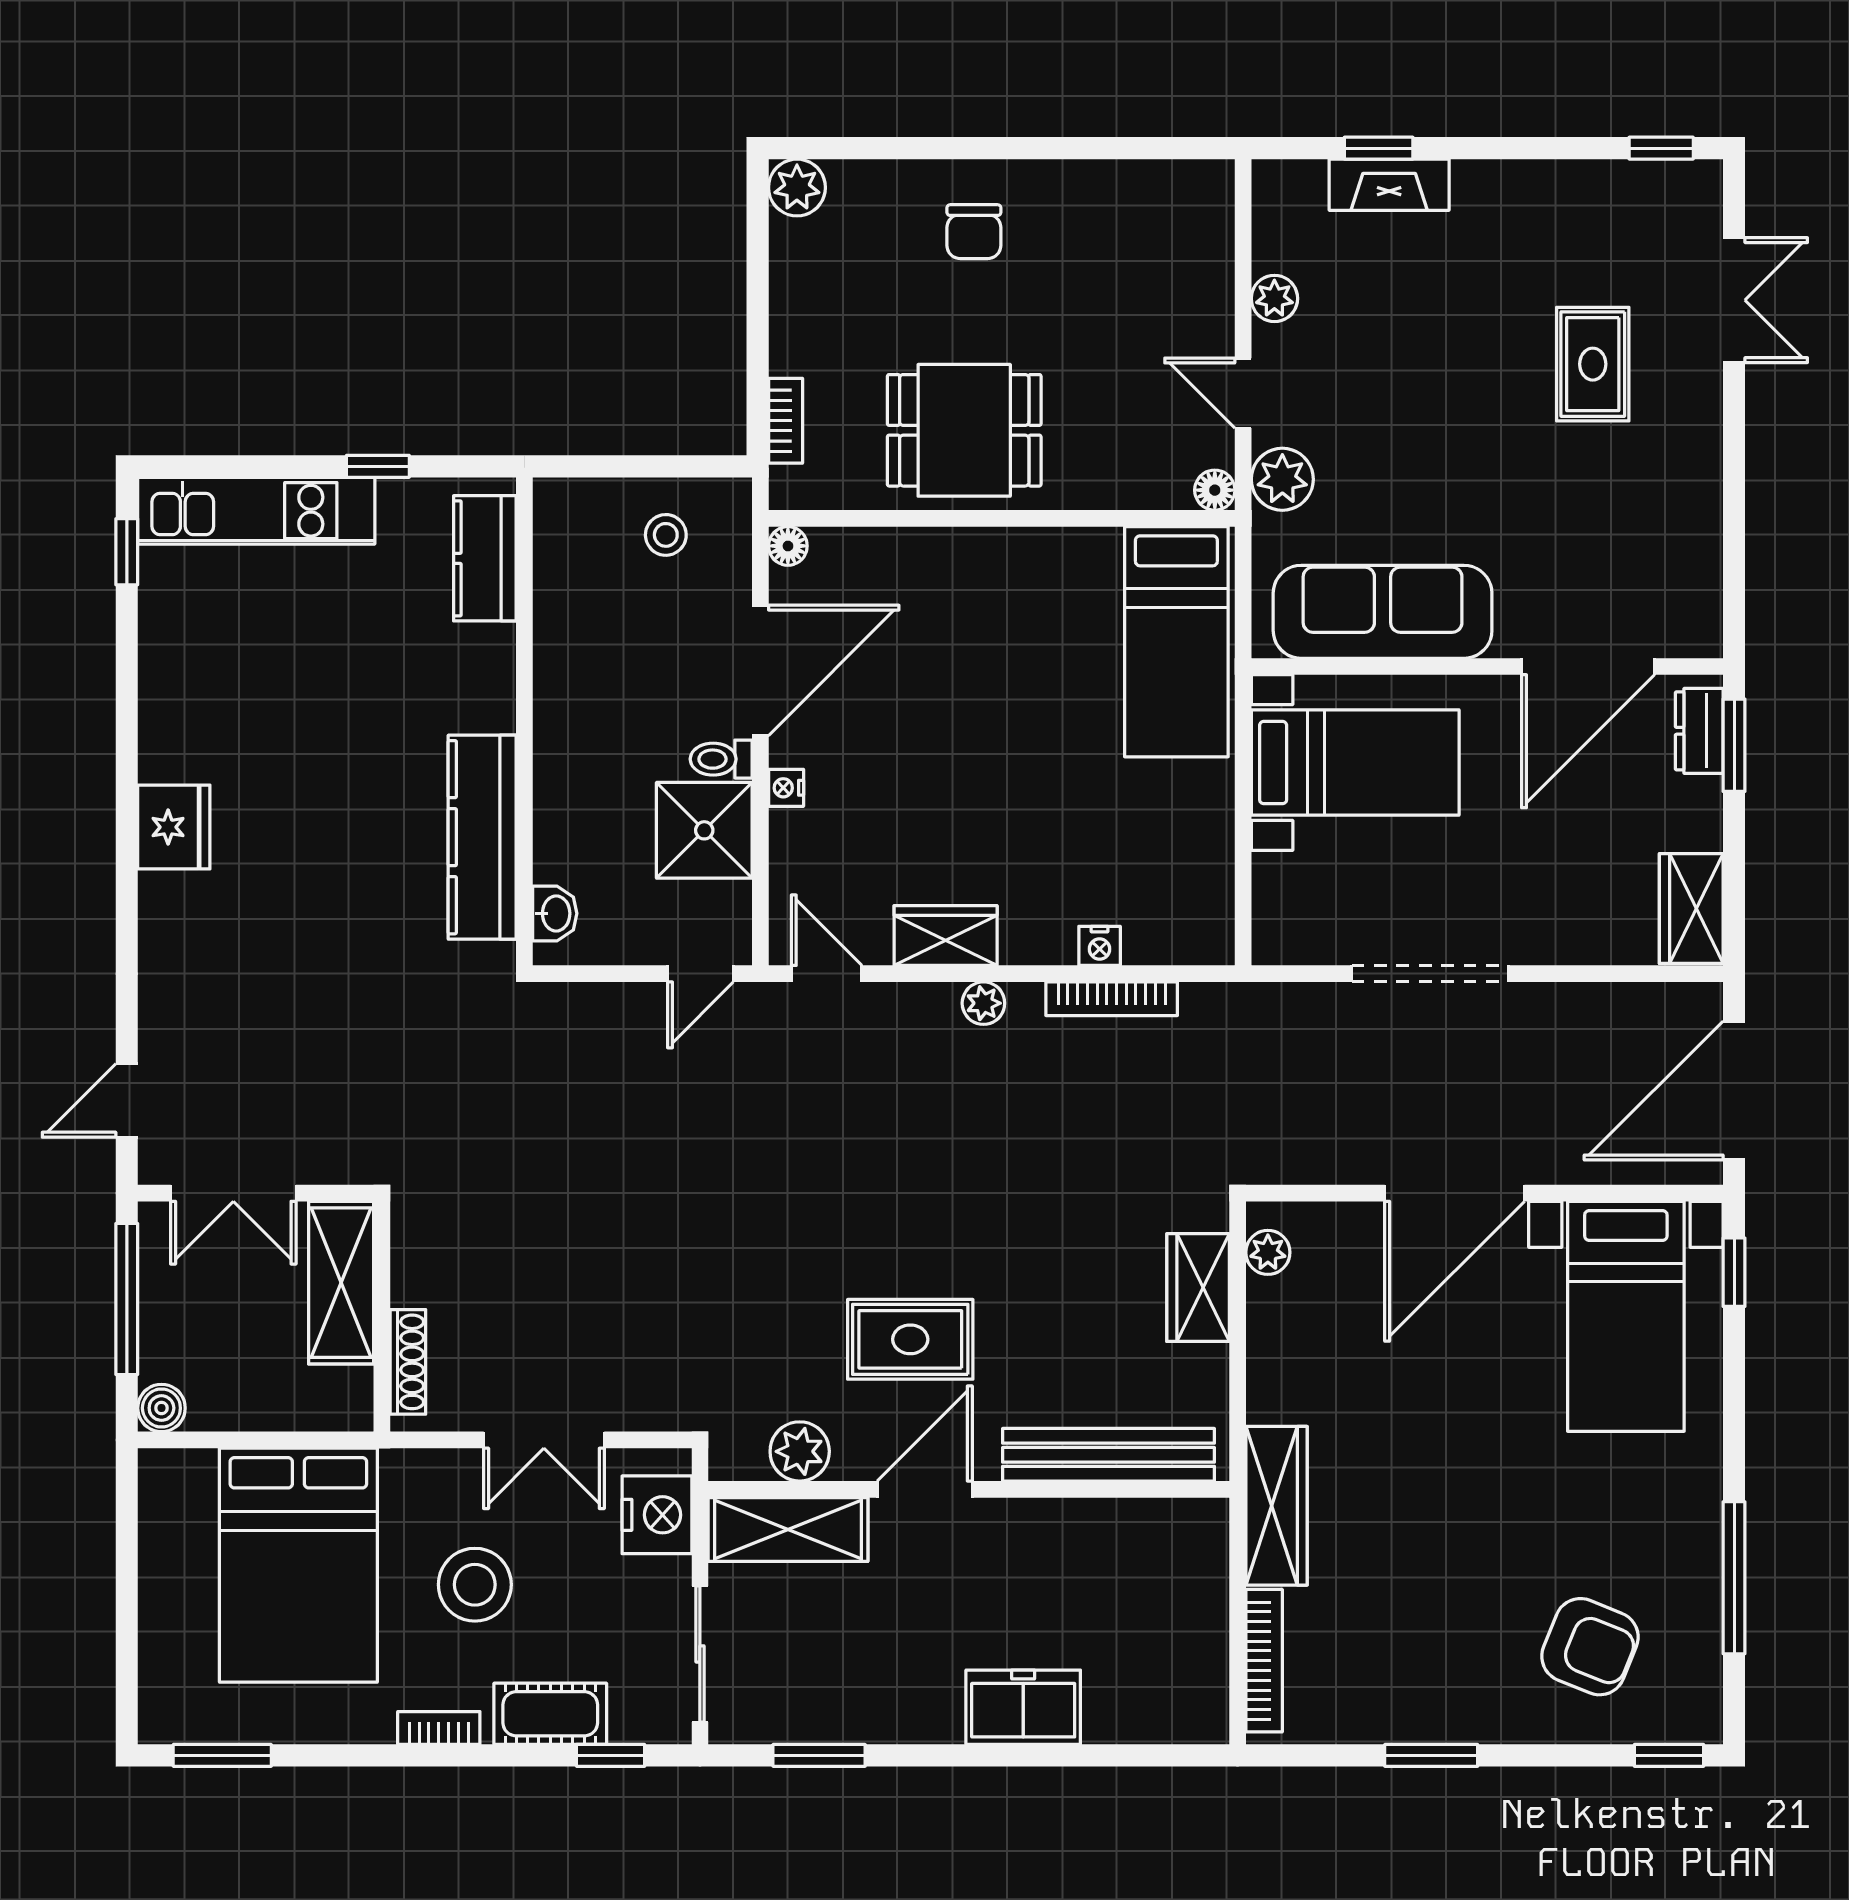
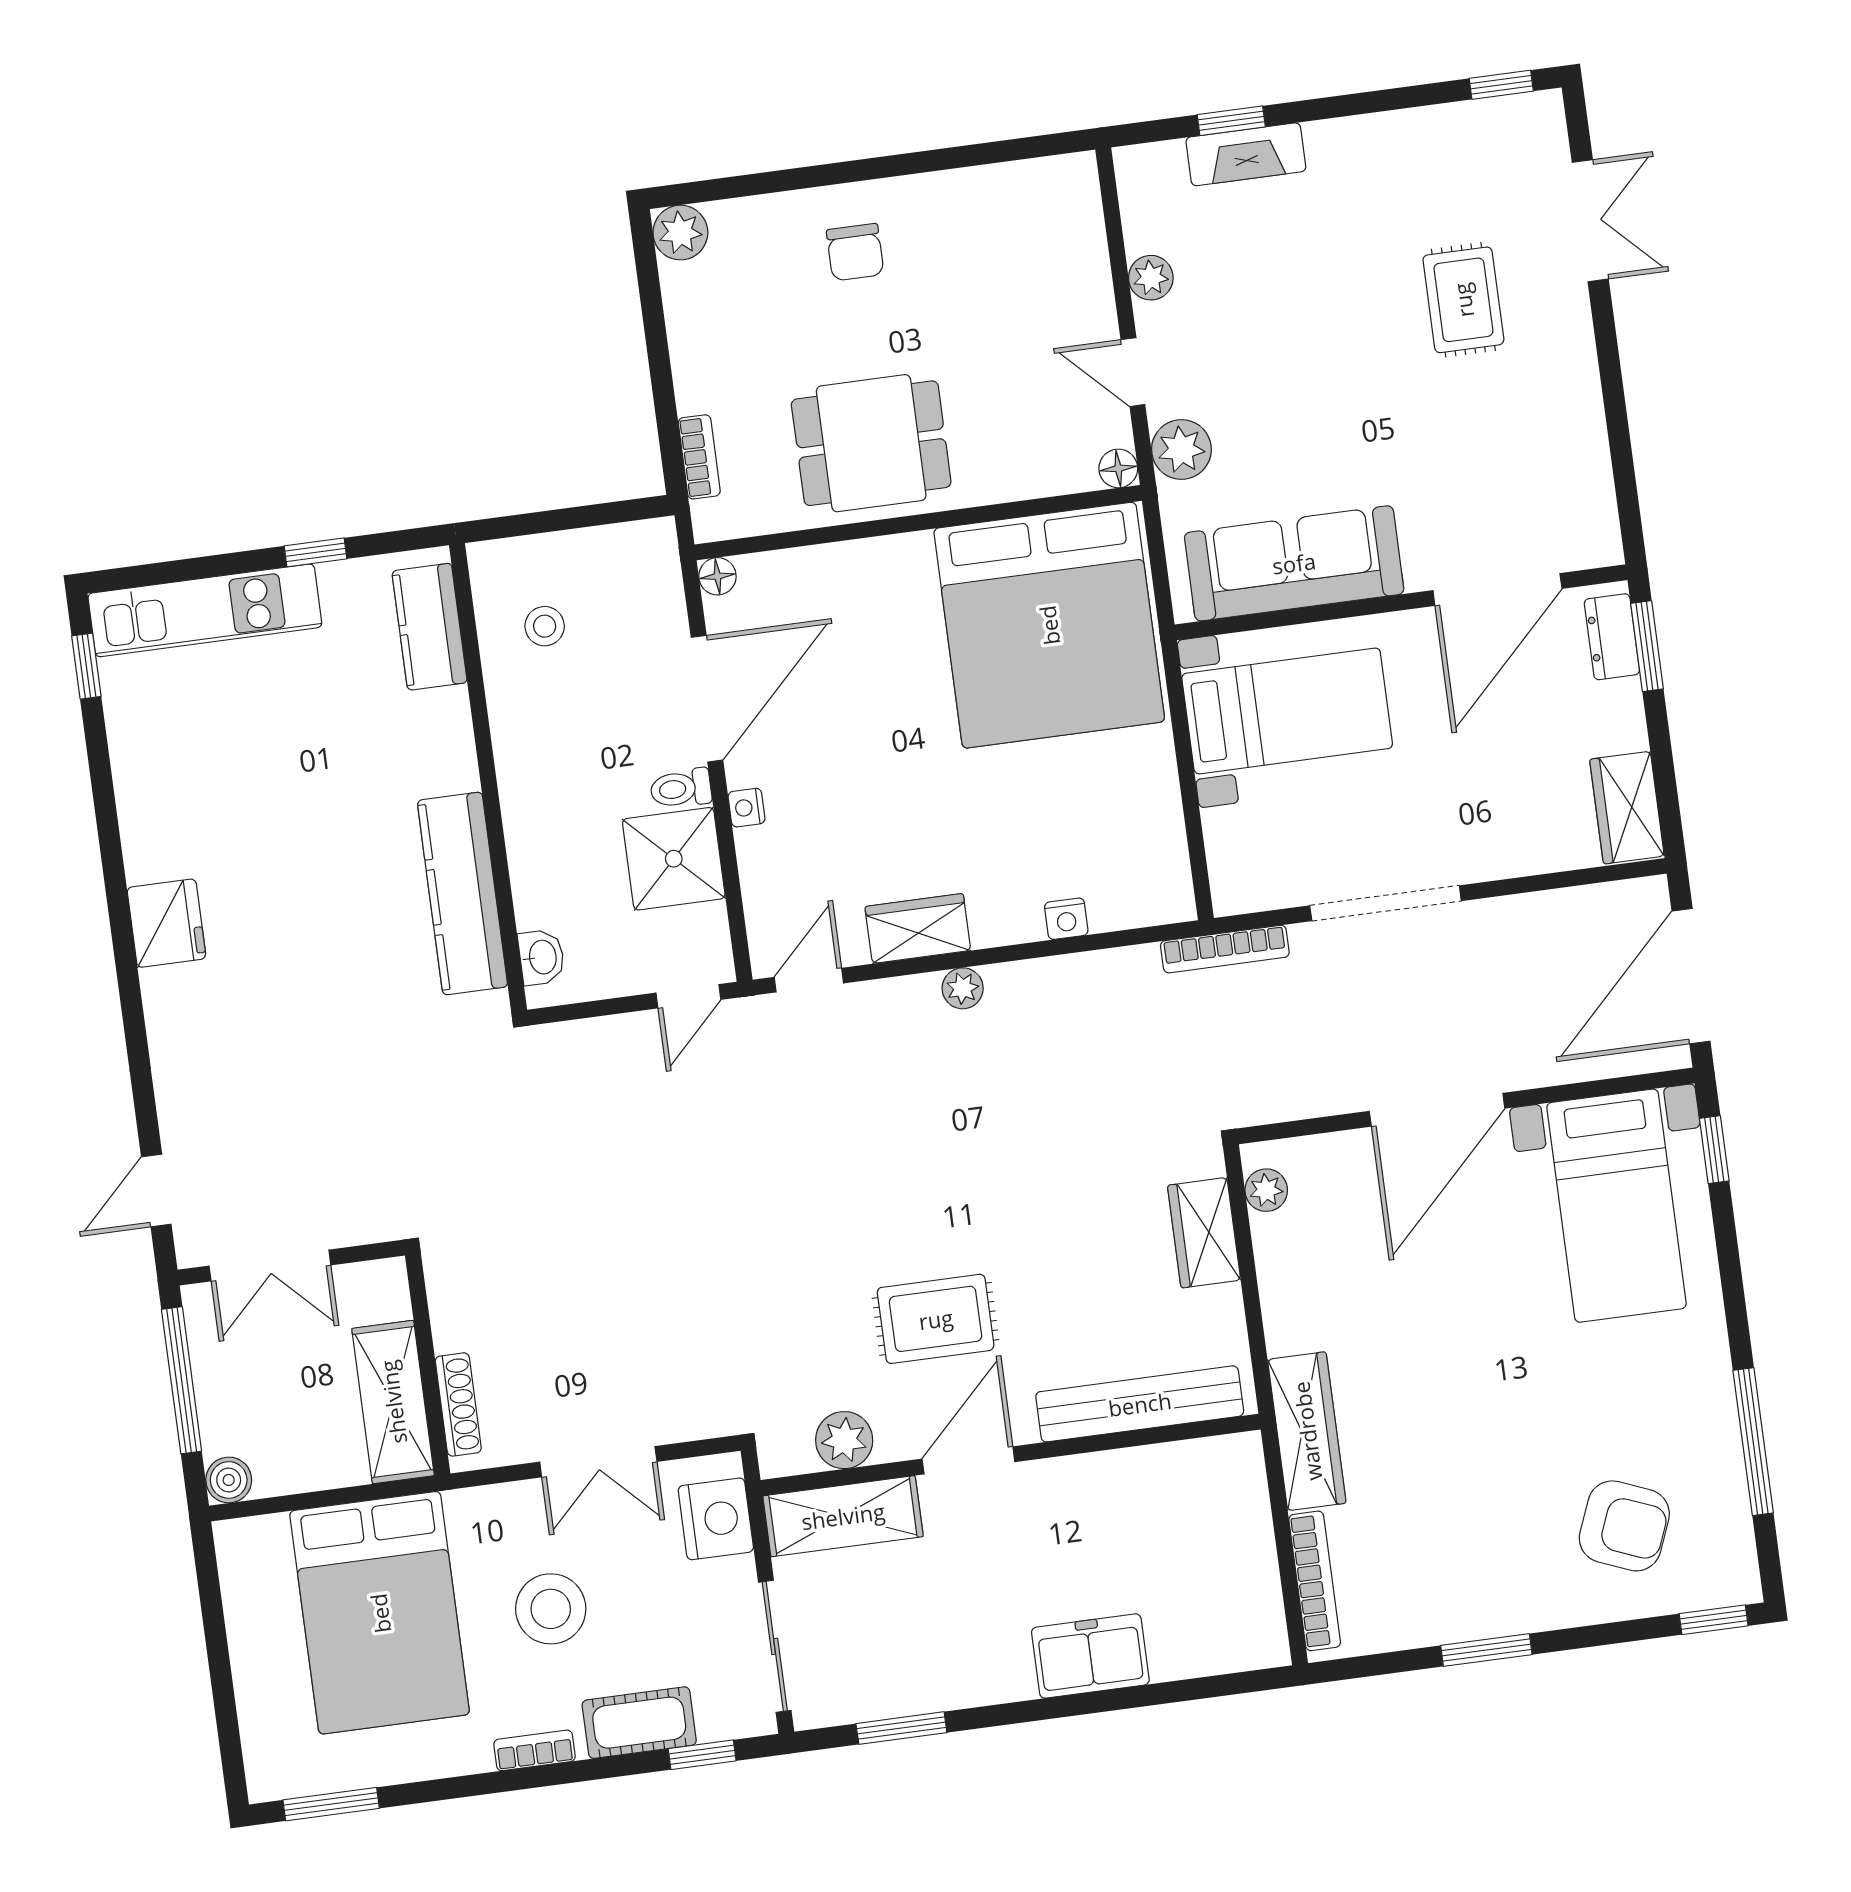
stool: (666, 535) -> (545, 626), moved
bed: (1176, 642) -> (1049, 625), width x2.04
door: (827, 974) -> (809, 980), hinge flipped
bookcase: (1112, 999) -> (1225, 949), moved
shelving: (341, 1283) -> (393, 1402), moved

